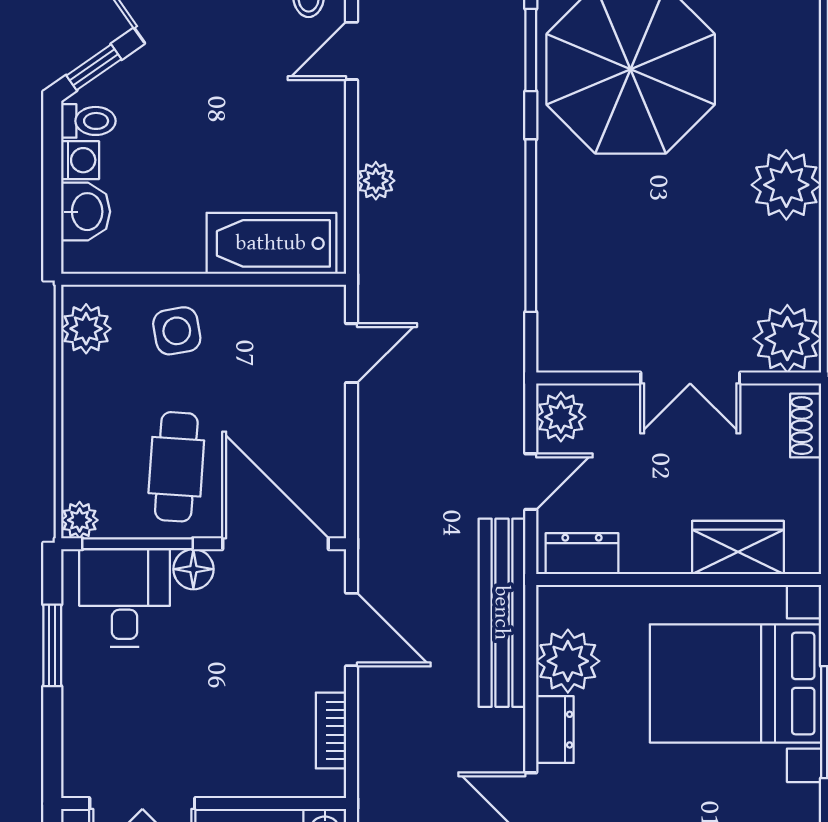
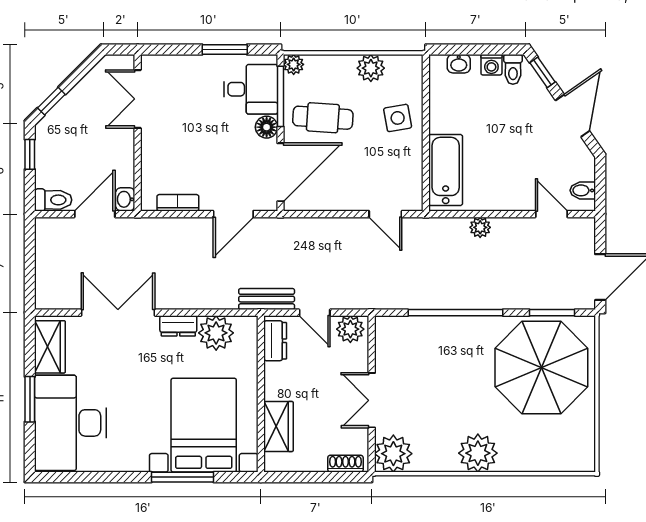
washbasin: (86, 212) -> (459, 64), width x0.72, depth x0.69
plant: (86, 329) -> (371, 68), moved
bench: (502, 613) -> (267, 299), width x0.54, depth x0.82

